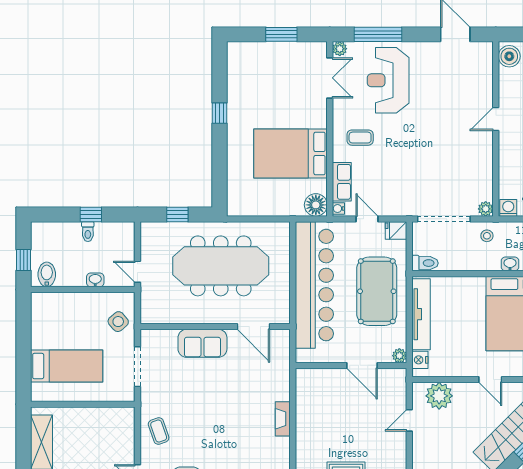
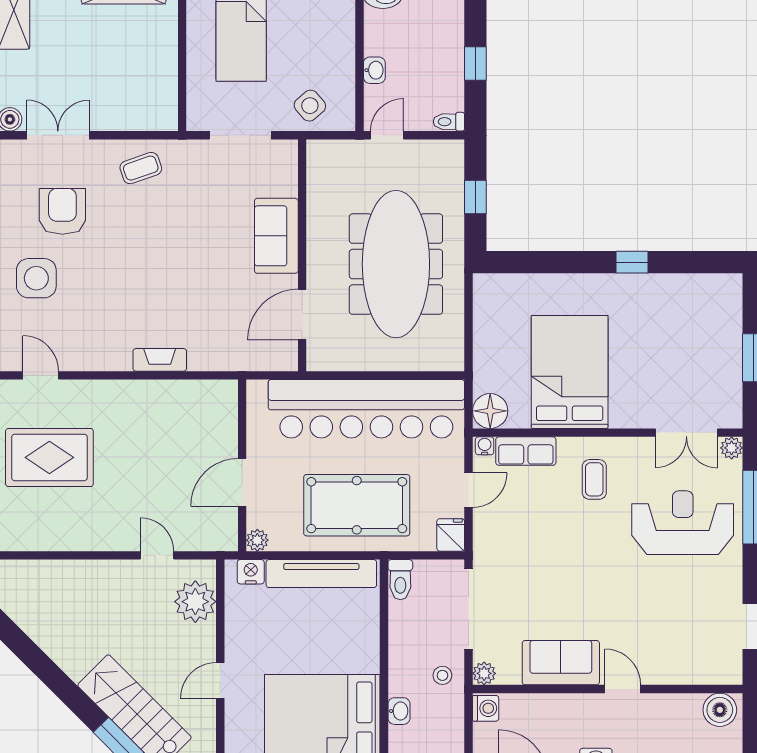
sofa: (479, 159) -> (561, 663), added
toilet: (88, 232) -> (449, 122), moved

